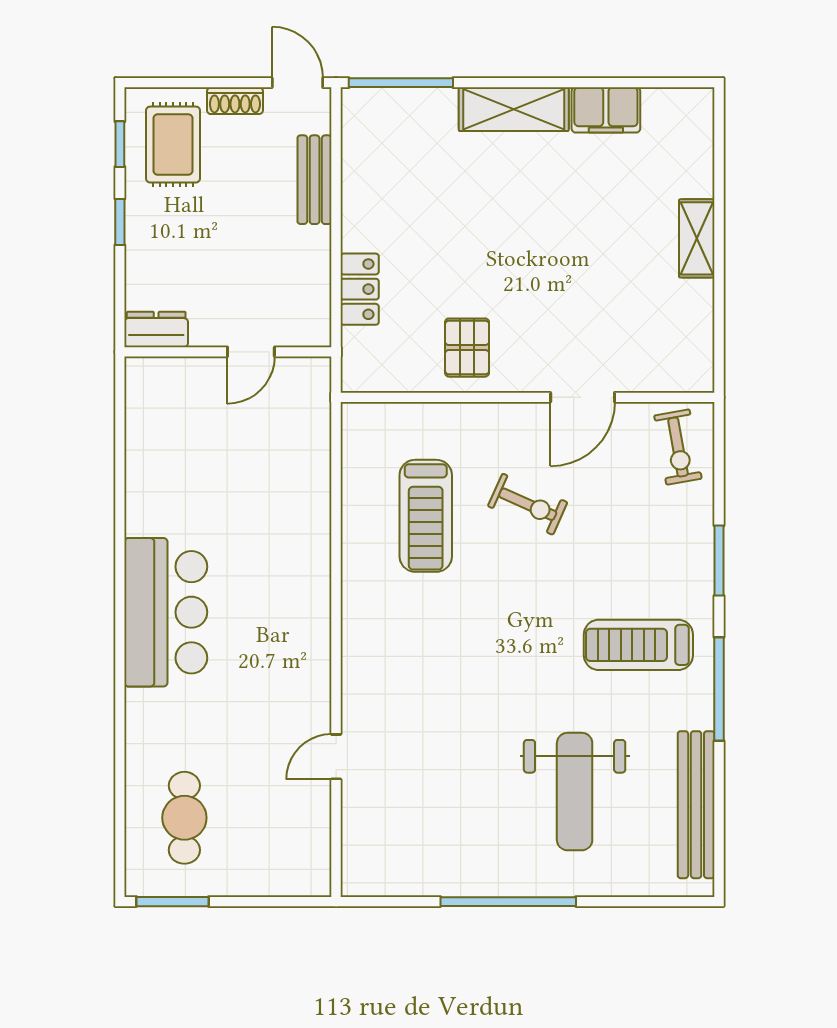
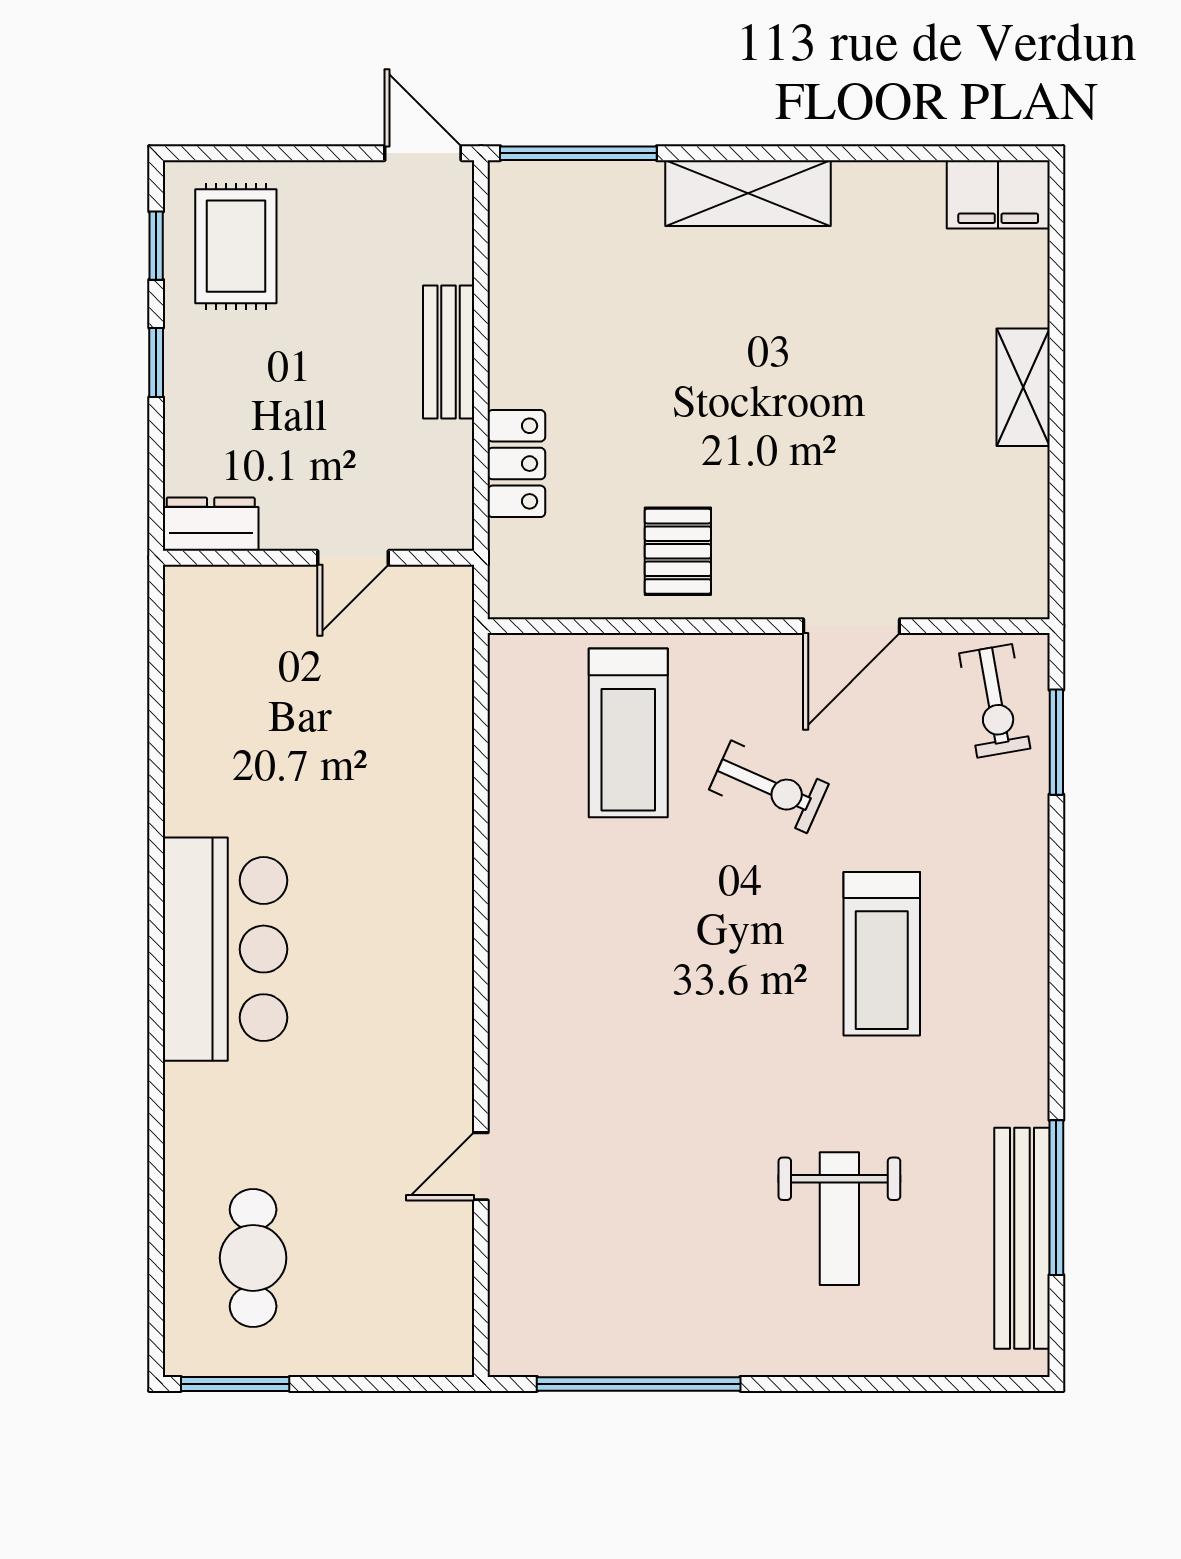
shoe rack: (235, 101) -> (329, 180), removed
filing cabinet: (606, 110) -> (998, 194), moved
bench: (315, 180) -> (449, 352), moved
treadmill: (426, 516) -> (628, 733), moved
window: (719, 561) -> (1056, 742), moved
treadmill: (638, 645) -> (882, 954), moved, turned -90
window: (719, 689) -> (1056, 1198), moved
weight bench: (575, 792) -> (839, 1219), width x0.73, depth x0.75
window: (508, 902) -> (639, 1384), moved

